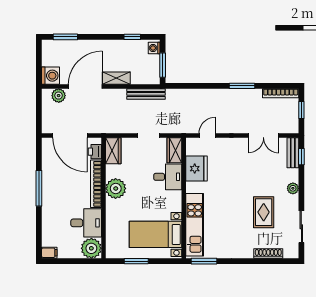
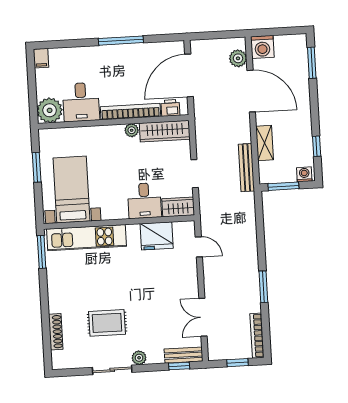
shelving: (116, 78) -> (265, 143), moved
wardrobe: (113, 151) -> (165, 131), width x1.50
plant: (116, 188) -> (132, 130), width x0.53, depth x0.53
sliding door: (301, 227) -> (112, 370), moved

